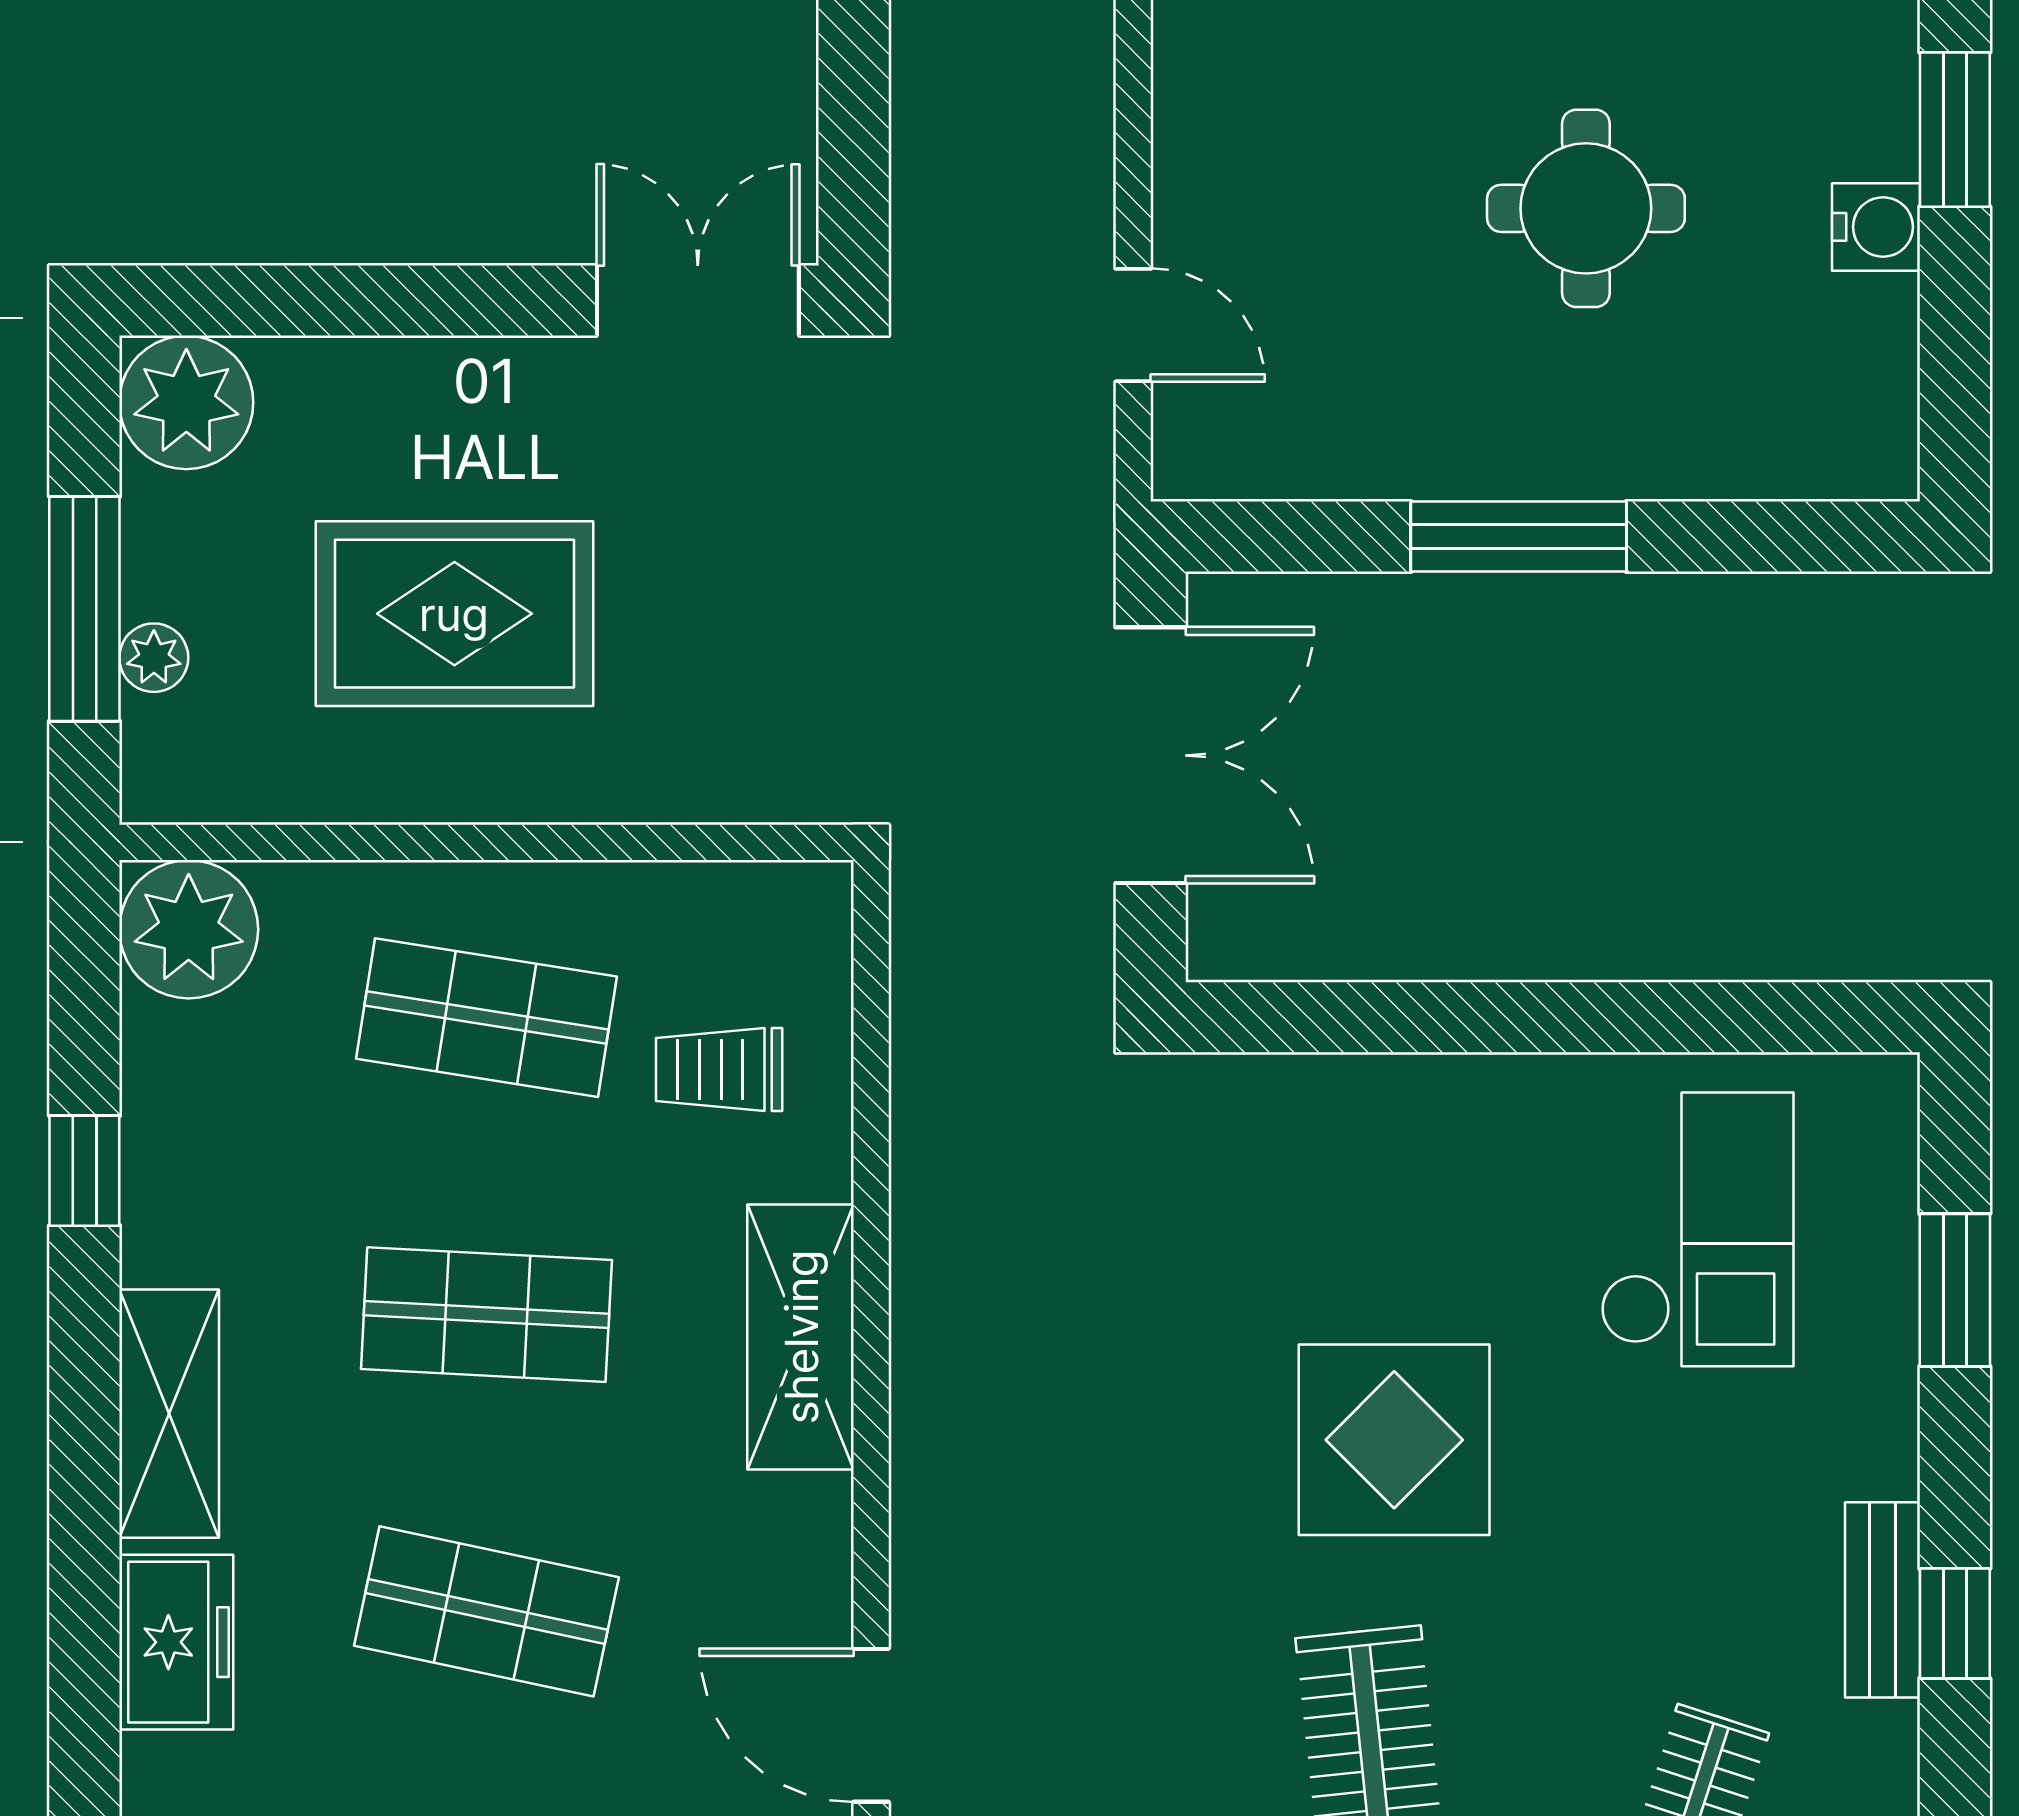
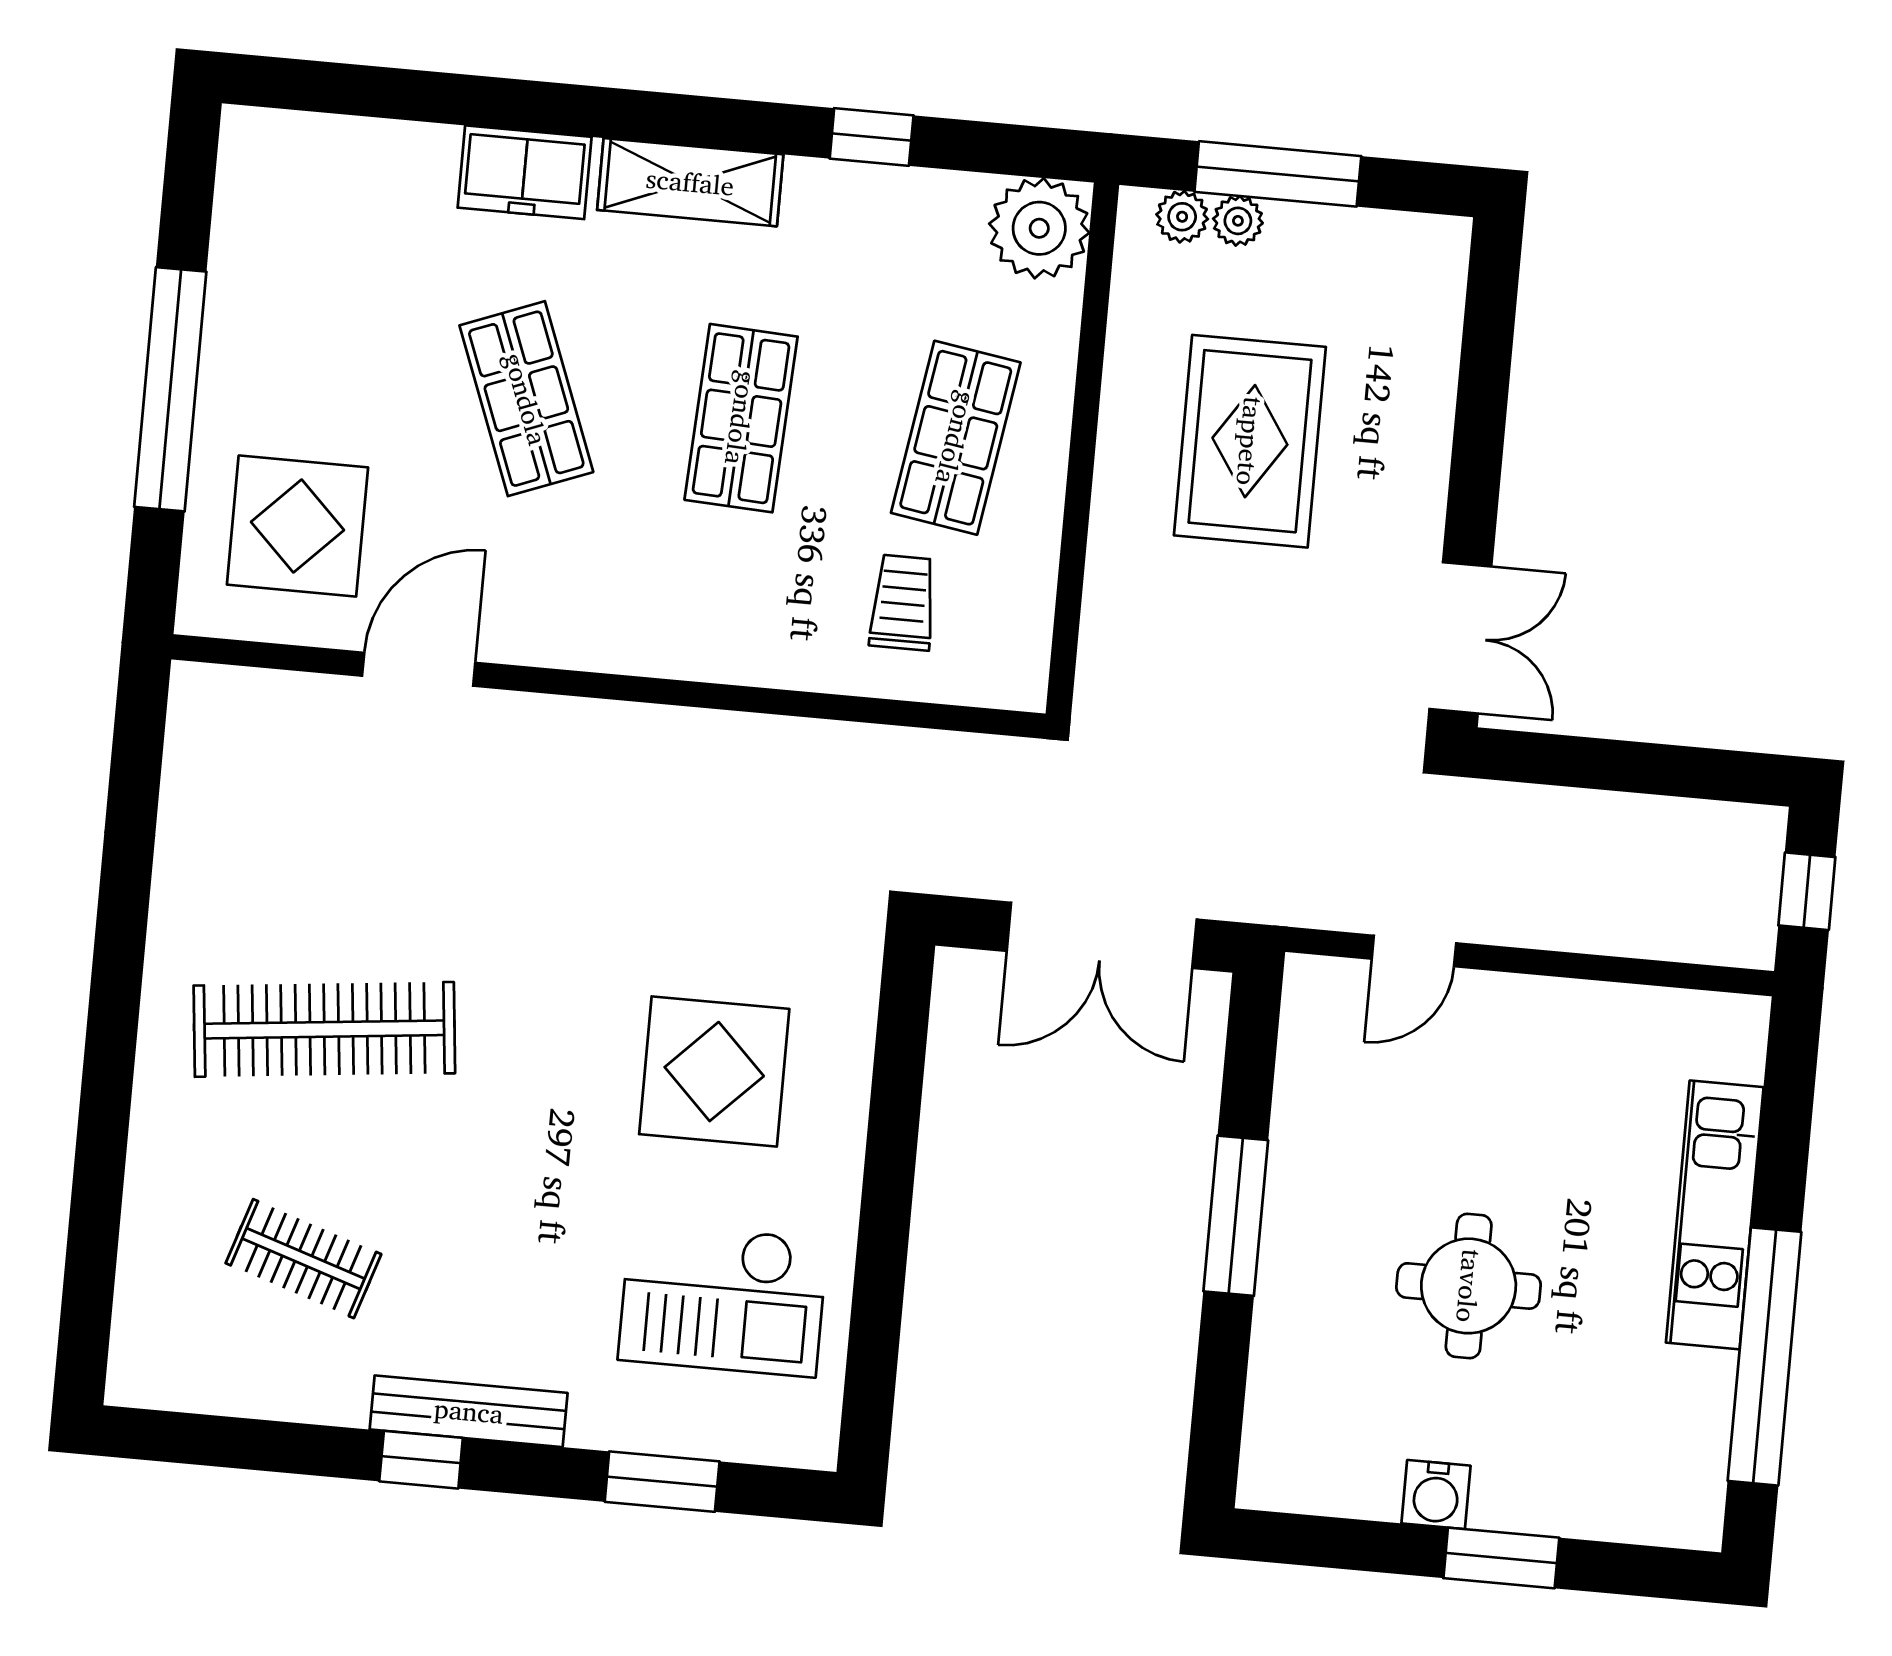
plant: (186, 402) -> (1182, 217), moved, width x0.53, depth x0.53
shelving: (801, 1337) -> (704, 644), removed
display table: (1394, 1440) -> (714, 1072), moved
bench: (1882, 1600) -> (469, 1411), width x1.36
shop shelf: (486, 1611) -> (526, 399), turned -33

